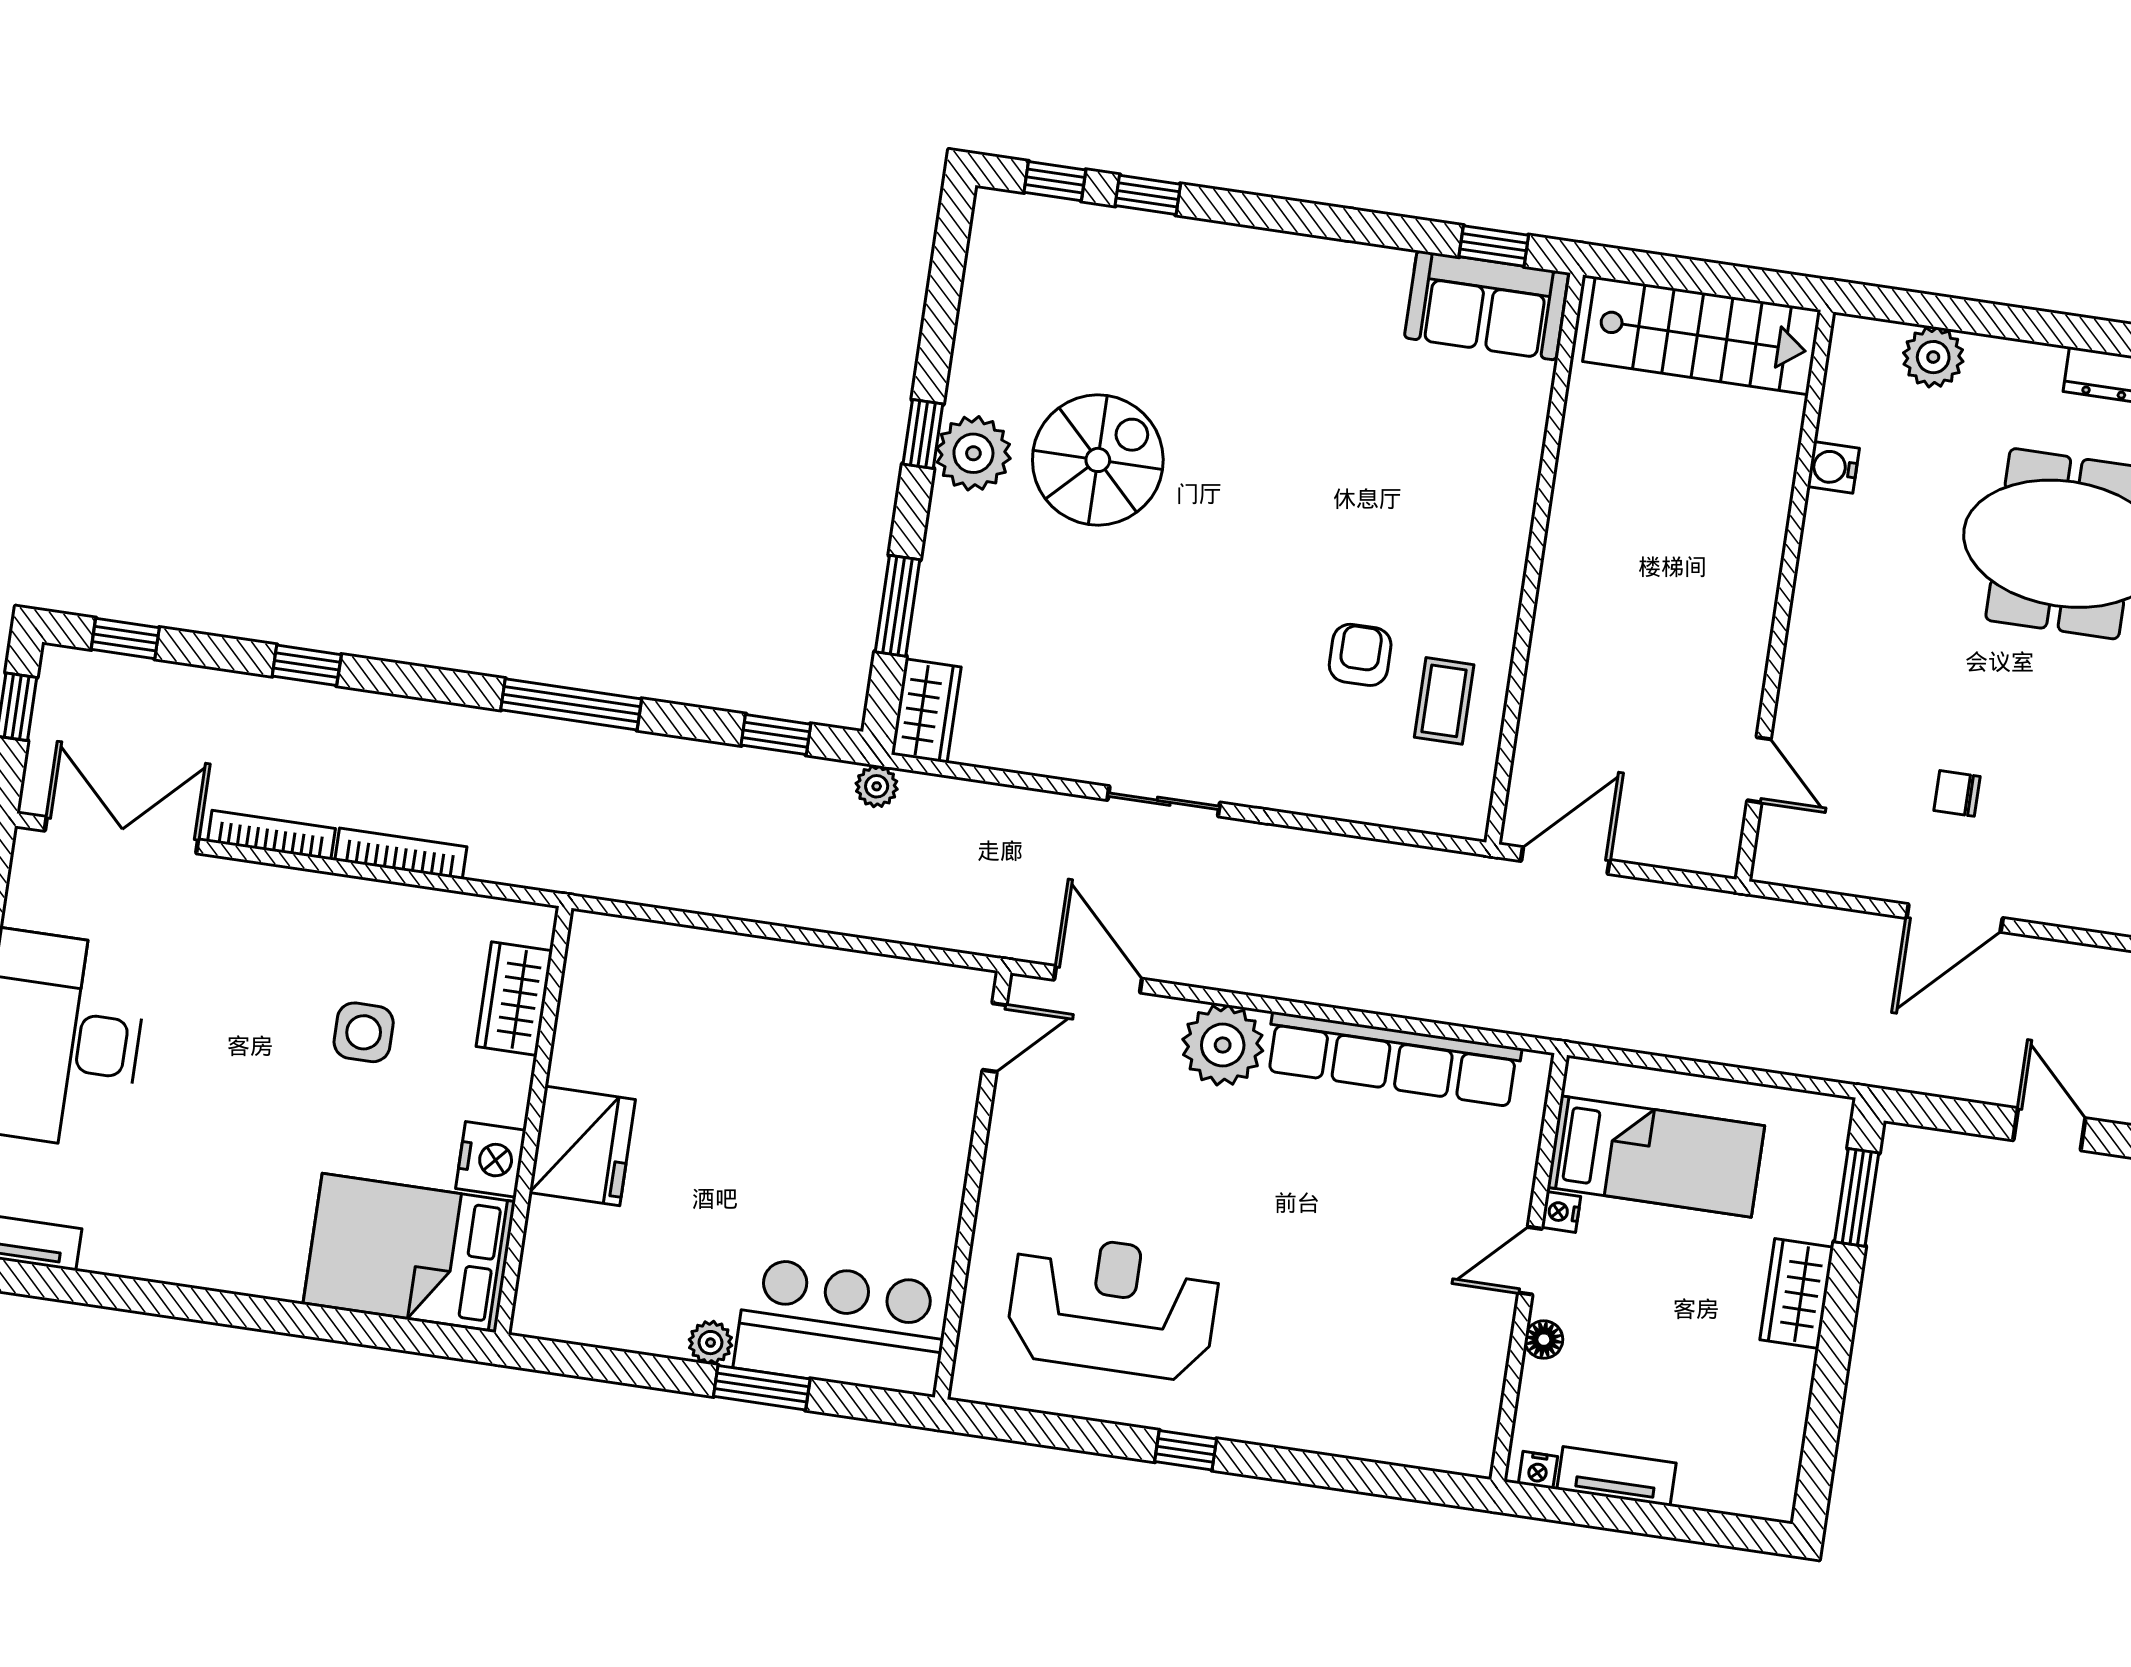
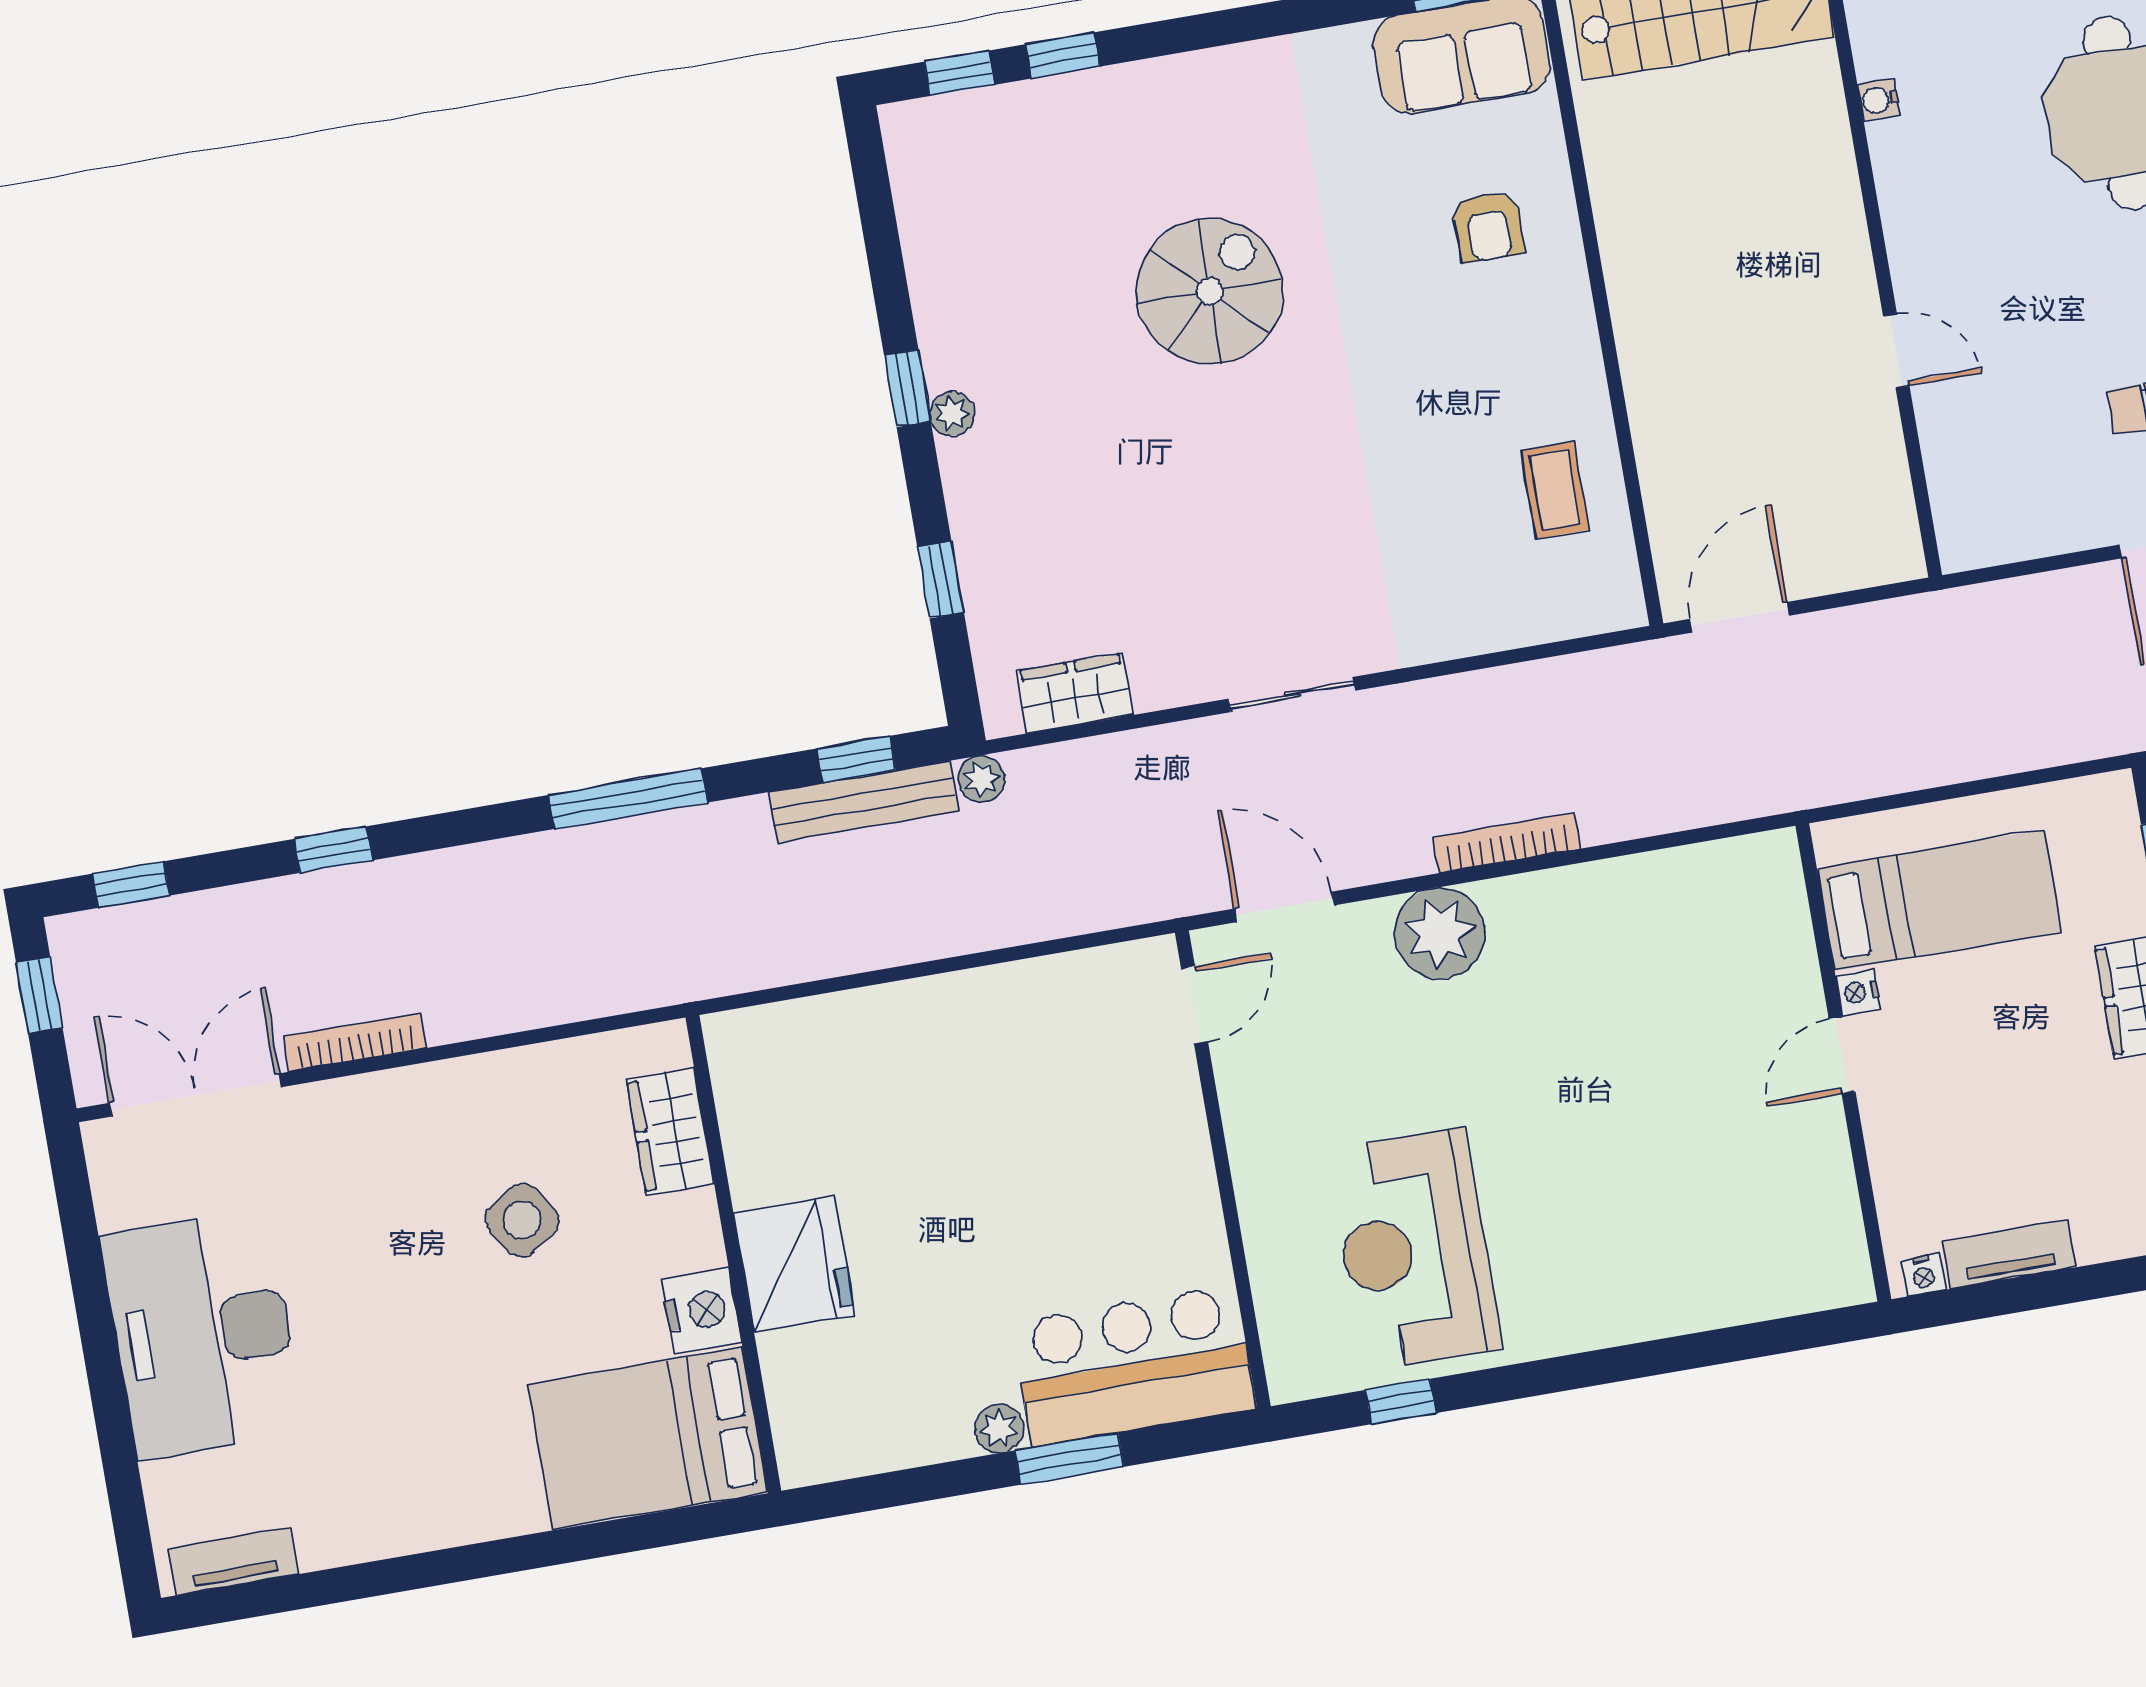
plant: (973, 453) -> (952, 414), width x0.53, depth x0.53
spiral stairs: (1098, 460) -> (1210, 291), moved
water cooler: (1833, 467) -> (1879, 100), width x0.72, depth x0.72
window: (898, 606) -> (941, 580), width x0.67
armchair: (1360, 655) -> (1488, 227), moved, turned 180
wardrobe: (926, 711) -> (1075, 693), moved, turned -90
door: (1759, 770) -> (1896, 351), moved
bench: (770, 773) -> (863, 802), added
bookcase: (401, 853) -> (1507, 843), moved
side table: (364, 1032) -> (522, 1220), turned -33
row of seats: (1393, 1059) -> (1626, 889), removed
reception desk: (1113, 1306) -> (1414, 1250), turned -90
floor lamp: (1544, 1340) -> (1884, 1134), removed
window: (1186, 1450) -> (1401, 1401), moved

